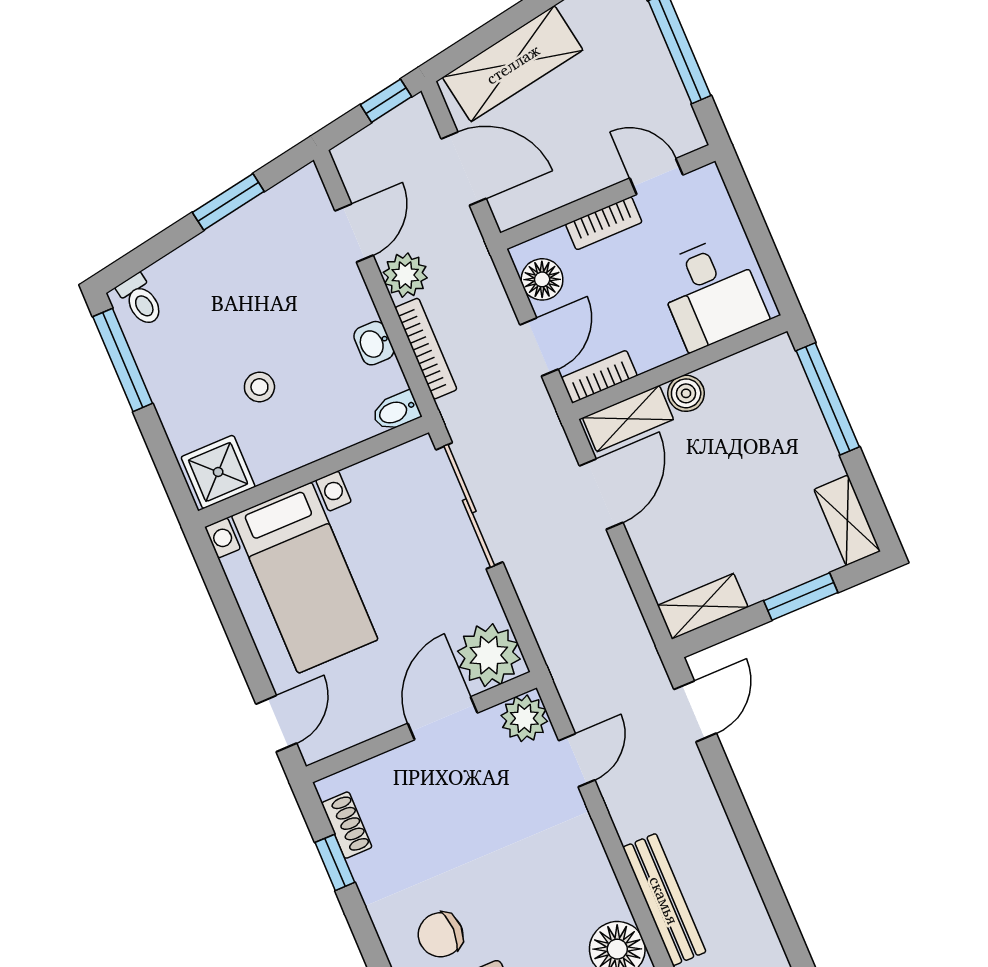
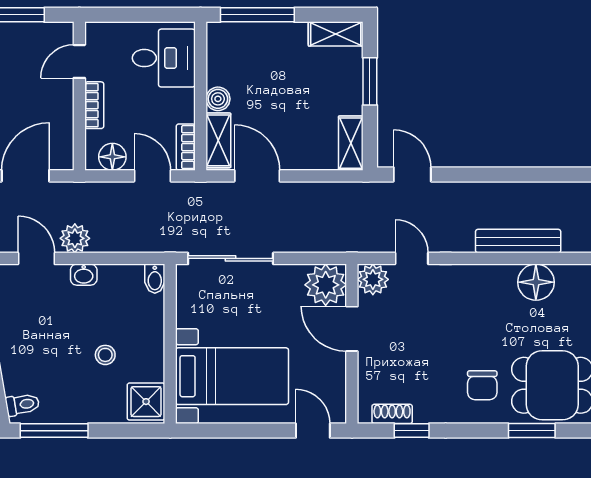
washbasin: (374, 343) -> (84, 275), moved
bookcase: (426, 349) -> (125, 245), removed

